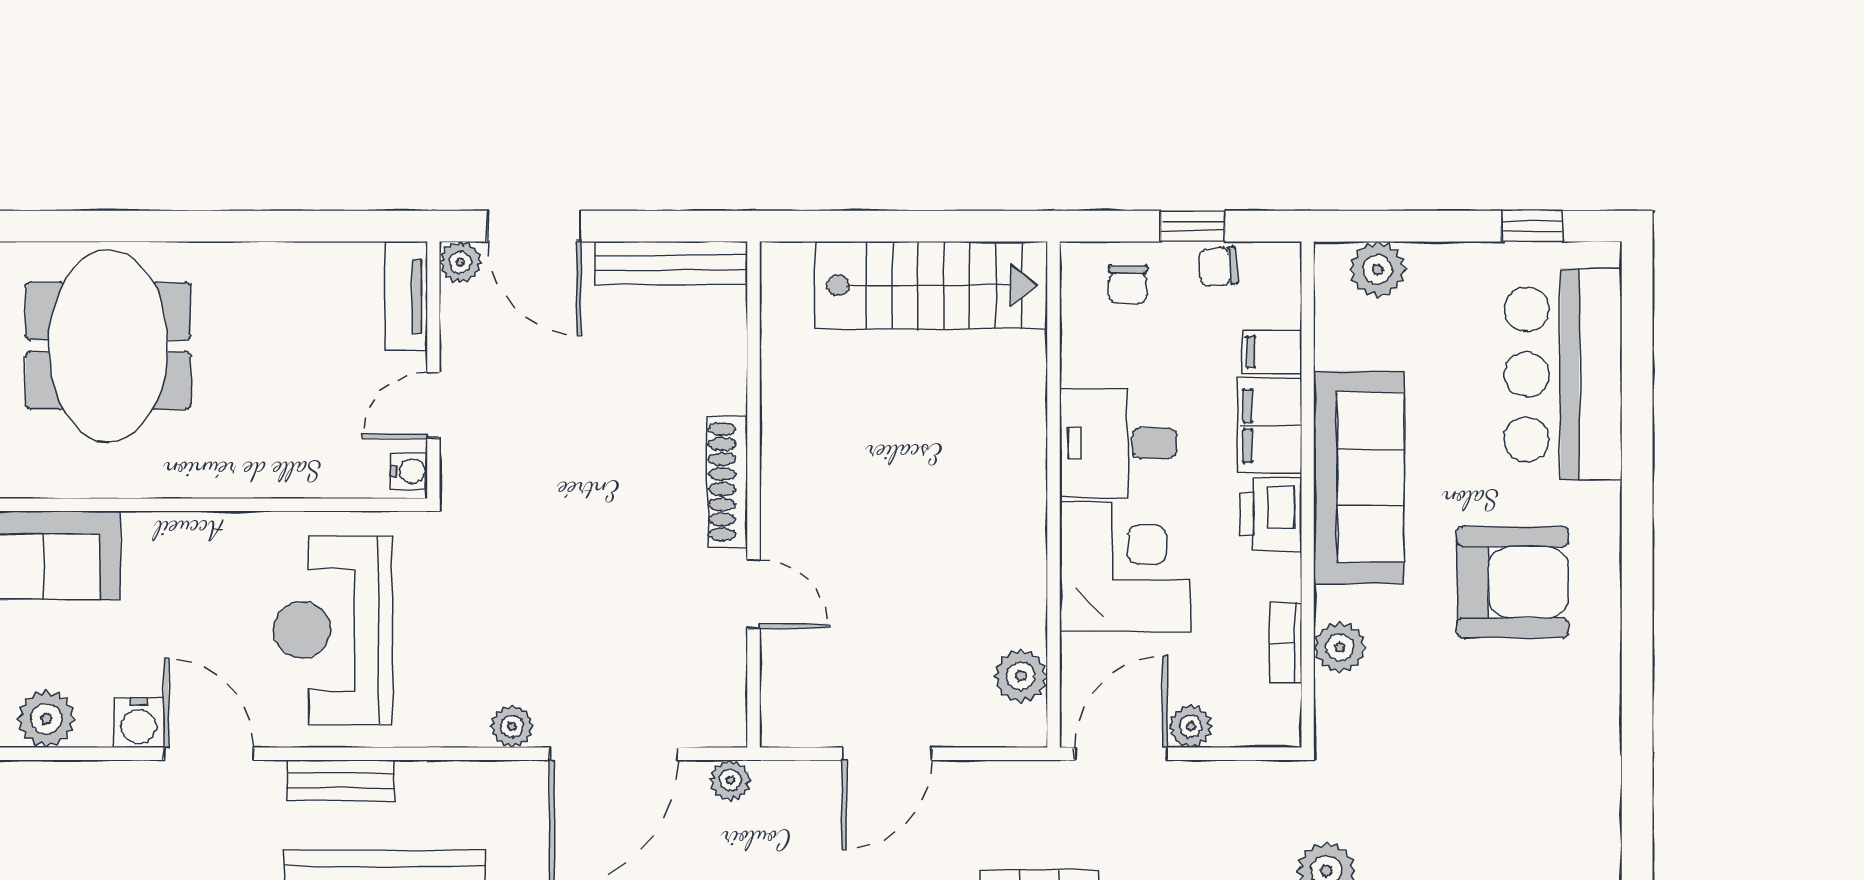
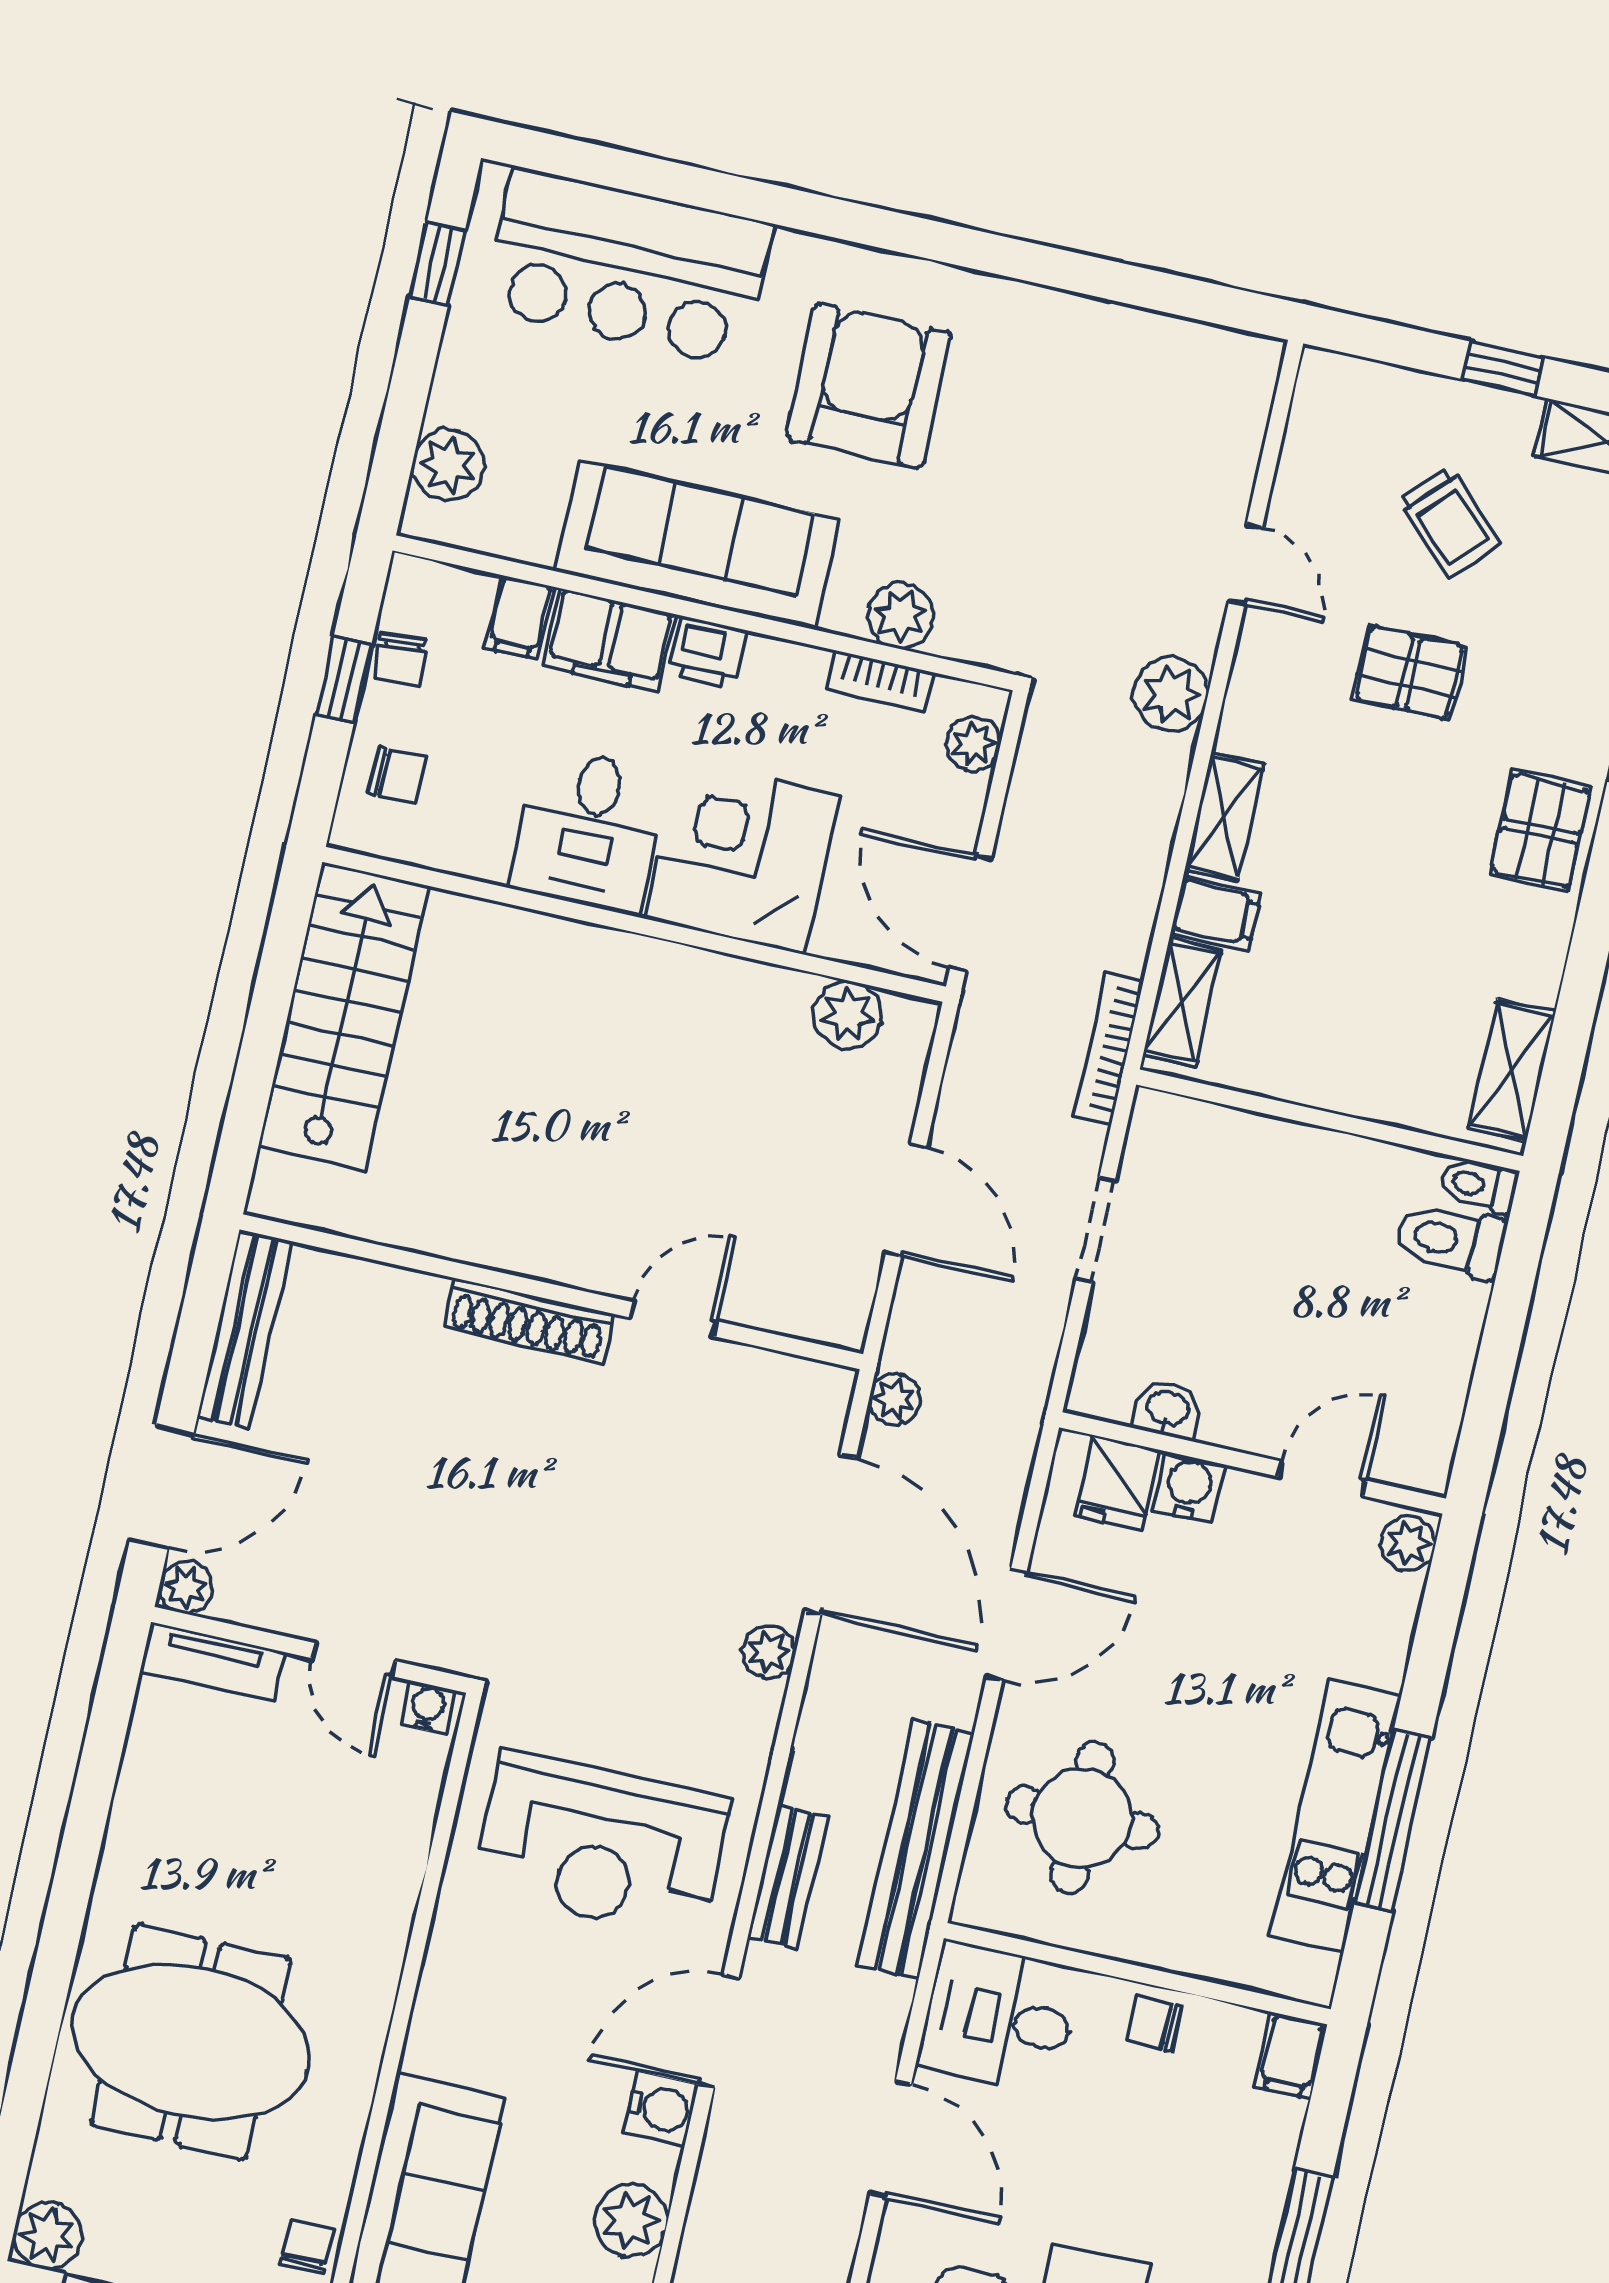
printer: (1271, 514) -> (708, 653), width x0.73, depth x0.81
plant: (1191, 726) -> (973, 744), moved

